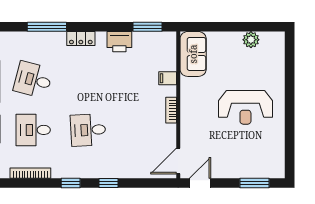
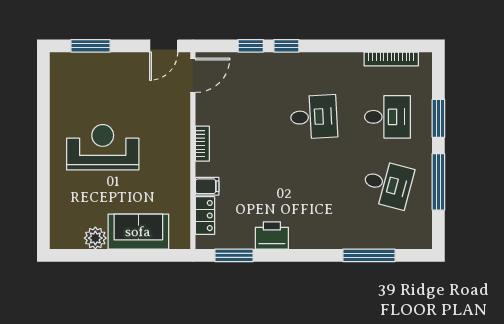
locker: (81, 38) -> (205, 216), moved, turned 90
sofa: (193, 54) -> (138, 232), moved, turned 90
window: (71, 183) -> (251, 46), moved

